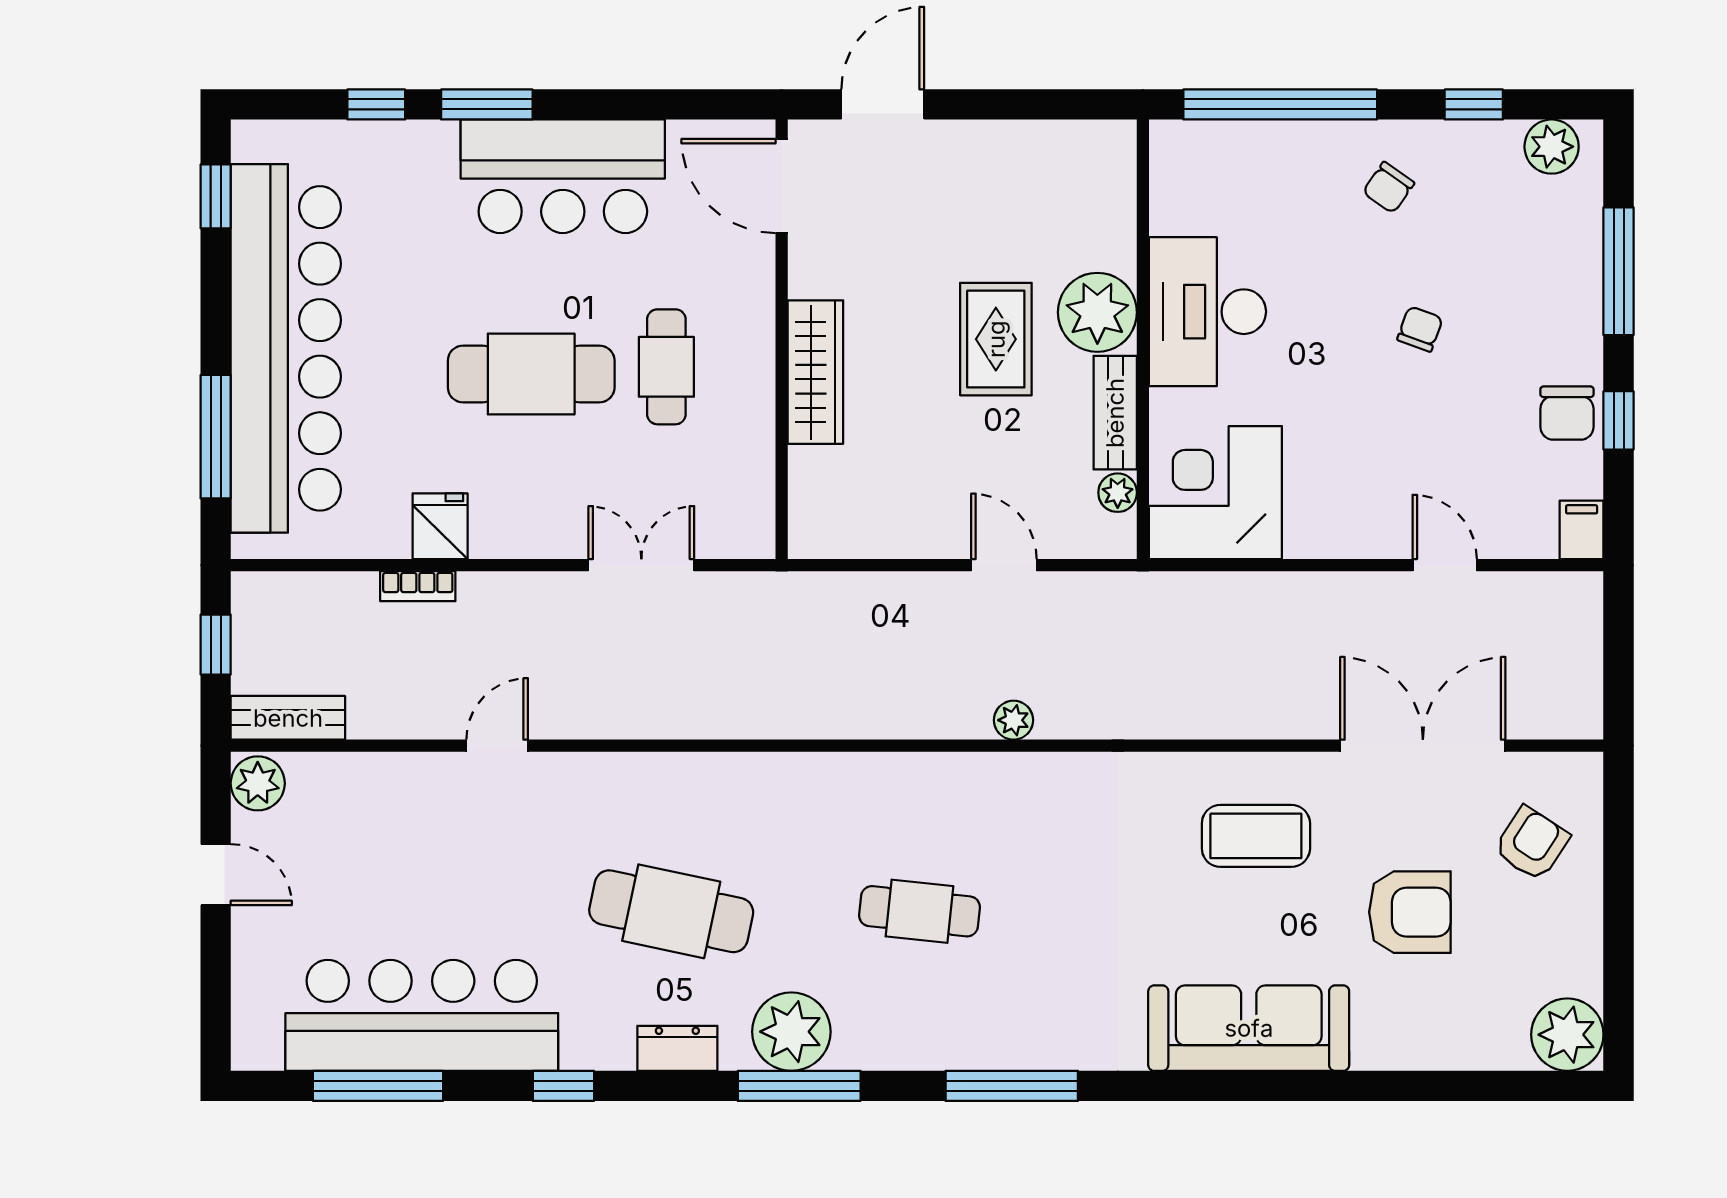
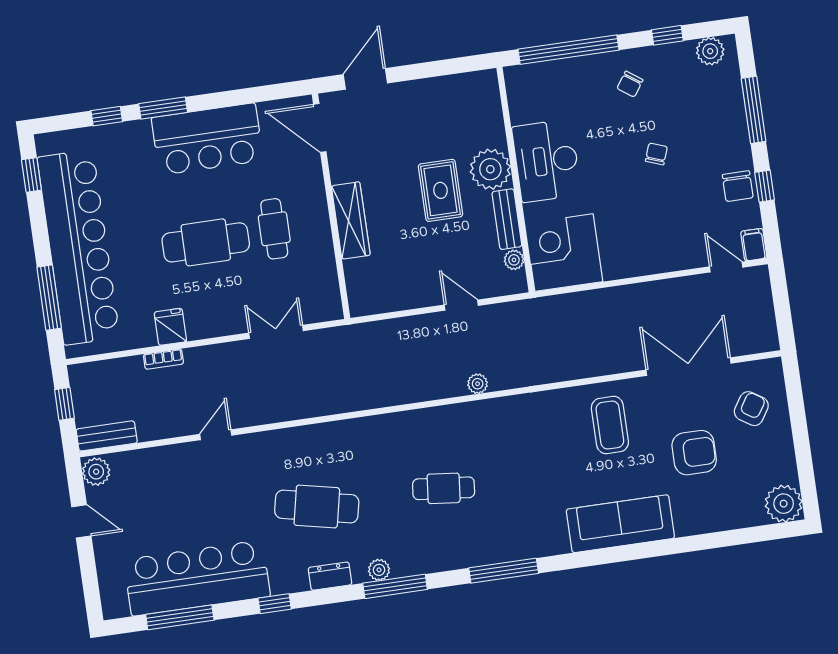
door: (1445, 565) -> (726, 267), moved
coffee table: (1256, 836) -> (610, 425), turned 90
plant: (791, 1032) -> (379, 570), width x0.53, depth x0.53

